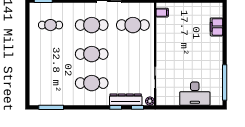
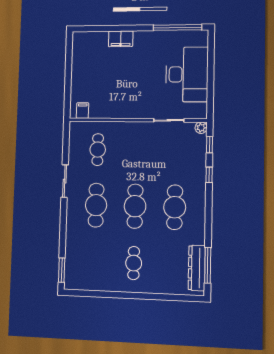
cafe table: (51, 25) -> (134, 263), moved
cafe table: (133, 25) -> (98, 150), width x0.73, depth x0.74
filing cabinet: (217, 27) -> (121, 39), moved
desk: (195, 94) -> (187, 74), width x1.36, depth x1.30
dresser: (126, 100) -> (197, 268), moved

